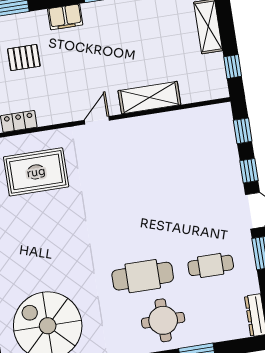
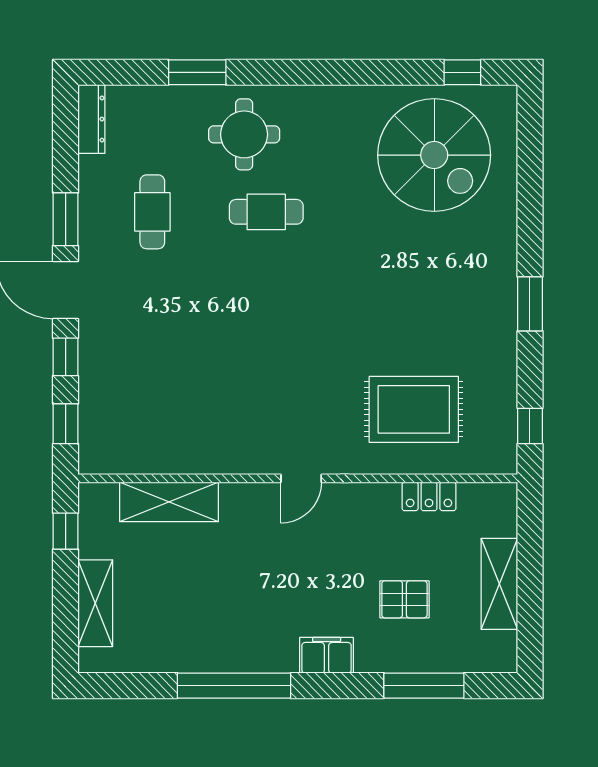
shelving: (149, 98) -> (169, 502), moved
cafe table: (211, 265) -> (152, 212), turned 90
cafe table: (143, 276) -> (266, 212), width x0.73, depth x0.74

